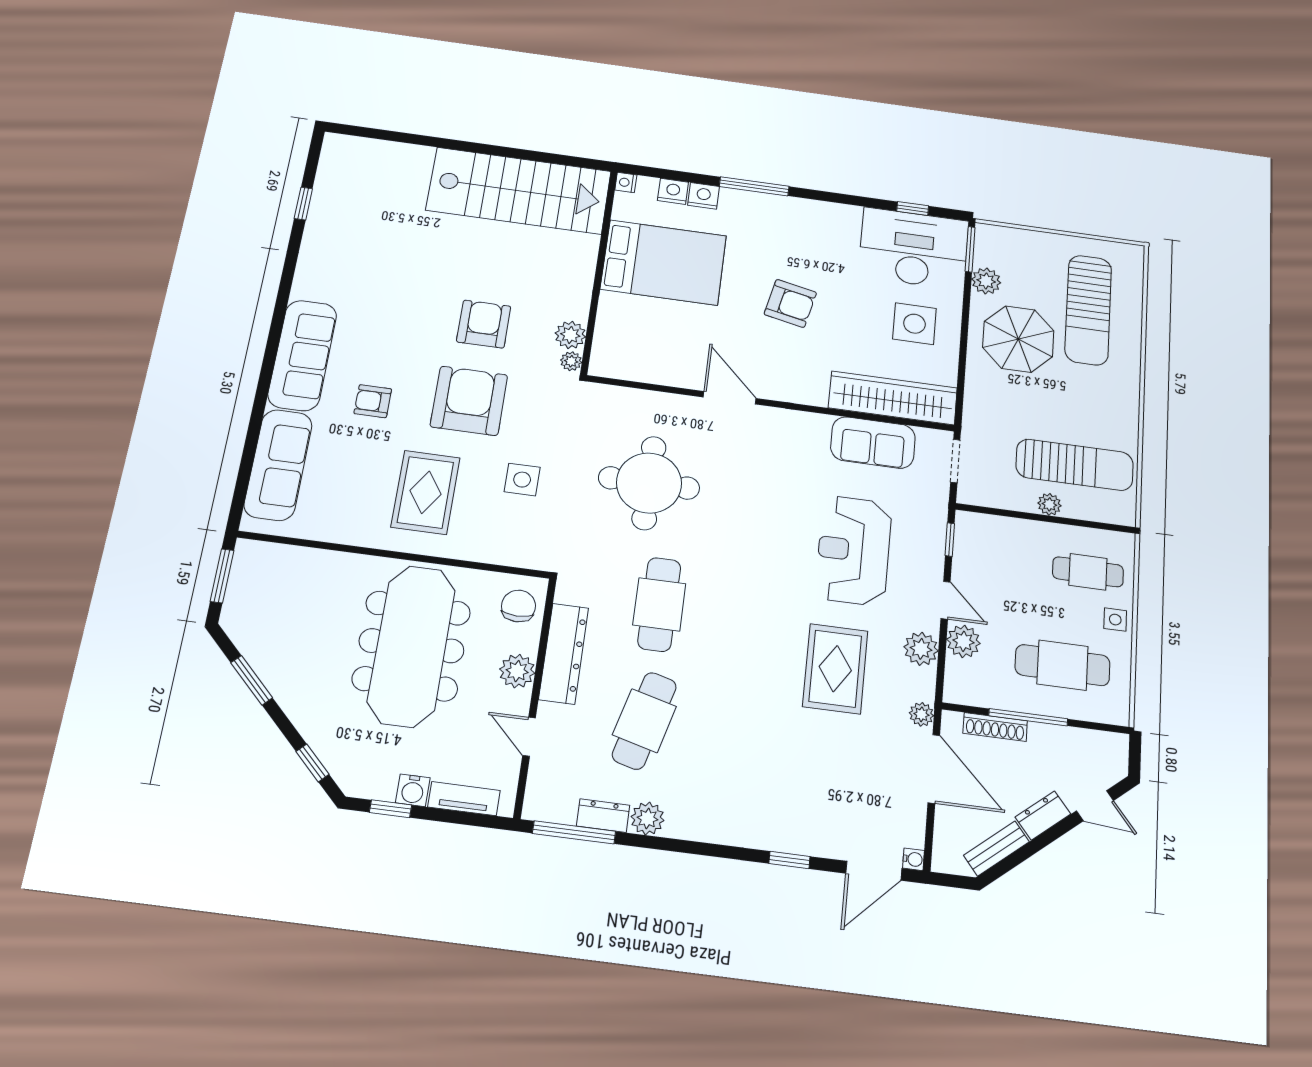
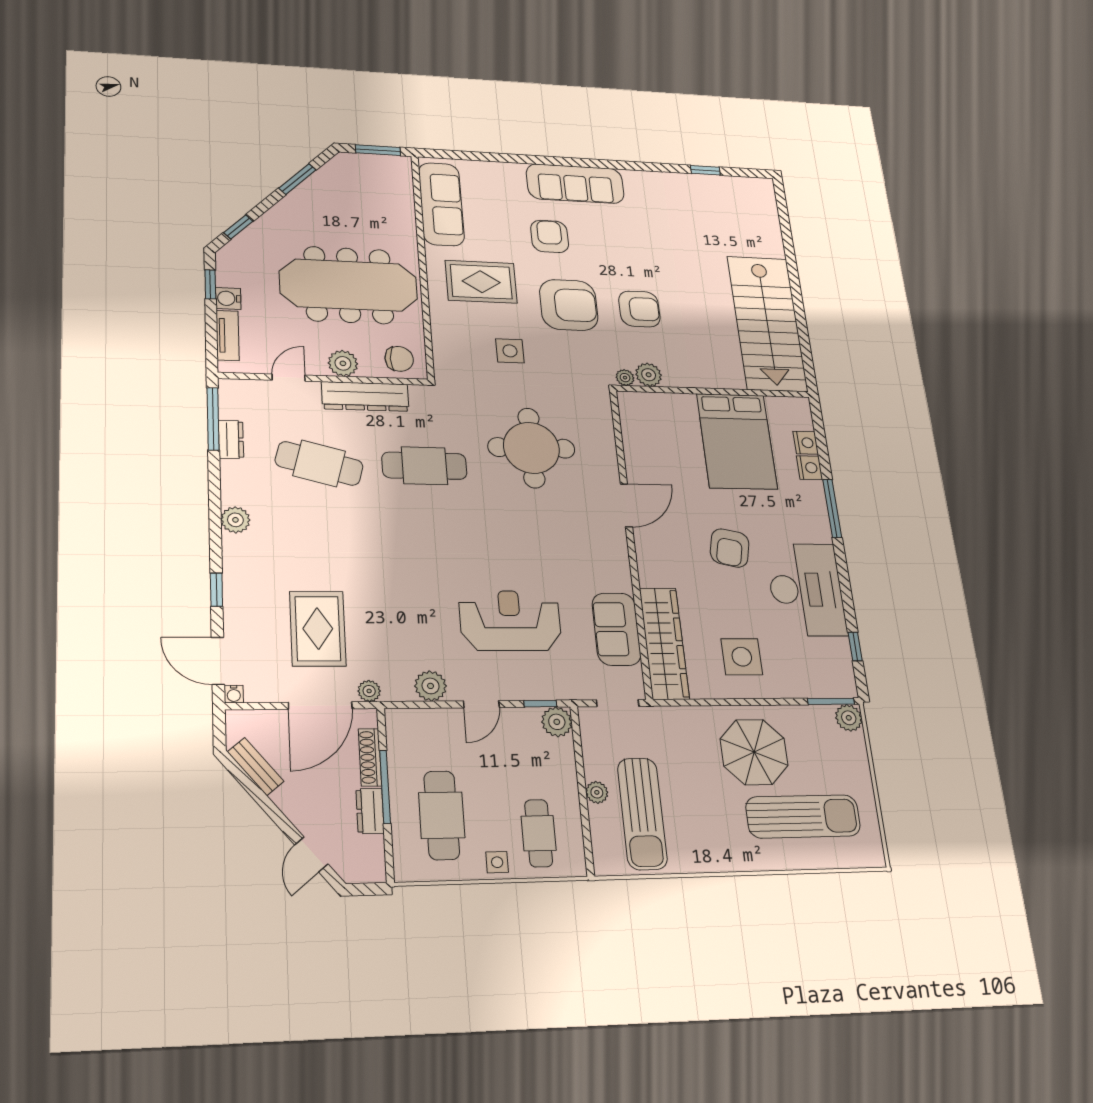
nightstand: (626, 182) -> (802, 405), removed
desk: (914, 249) -> (806, 590), moved
plant: (986, 281) -> (849, 718), moved
sun lounger: (1088, 310) -> (803, 816), turned 180
armchair: (373, 401) -> (550, 236), width x1.38, depth x1.38
sofa: (278, 465) -> (441, 204), moved, turned -90
plant: (963, 641) -> (557, 722), moved
rug: (835, 669) -> (318, 629), moved, turned 90
dresser: (1043, 815) -> (370, 811), moved, turned -141
plant: (648, 818) -> (235, 520), moved

